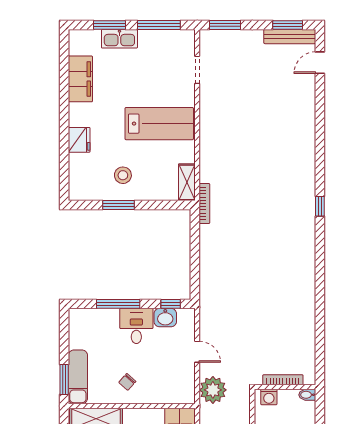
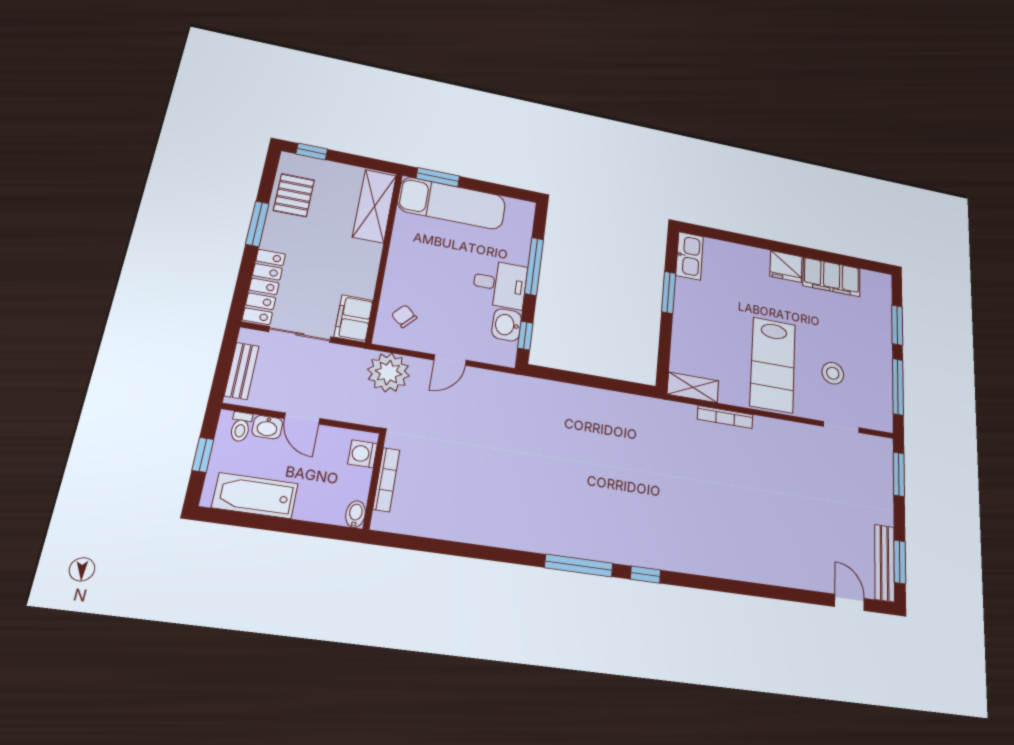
kitchen sink: (119, 39) -> (690, 256), moved, turned 180
fridge: (79, 140) -> (786, 266), moved
stool: (123, 175) -> (833, 373), moved
bookcase: (204, 203) -> (725, 417), moved
window: (320, 251) -> (579, 565), added
exam couch: (78, 377) -> (452, 203), width x1.36, depth x1.45
chair: (127, 382) -> (404, 316), moved

